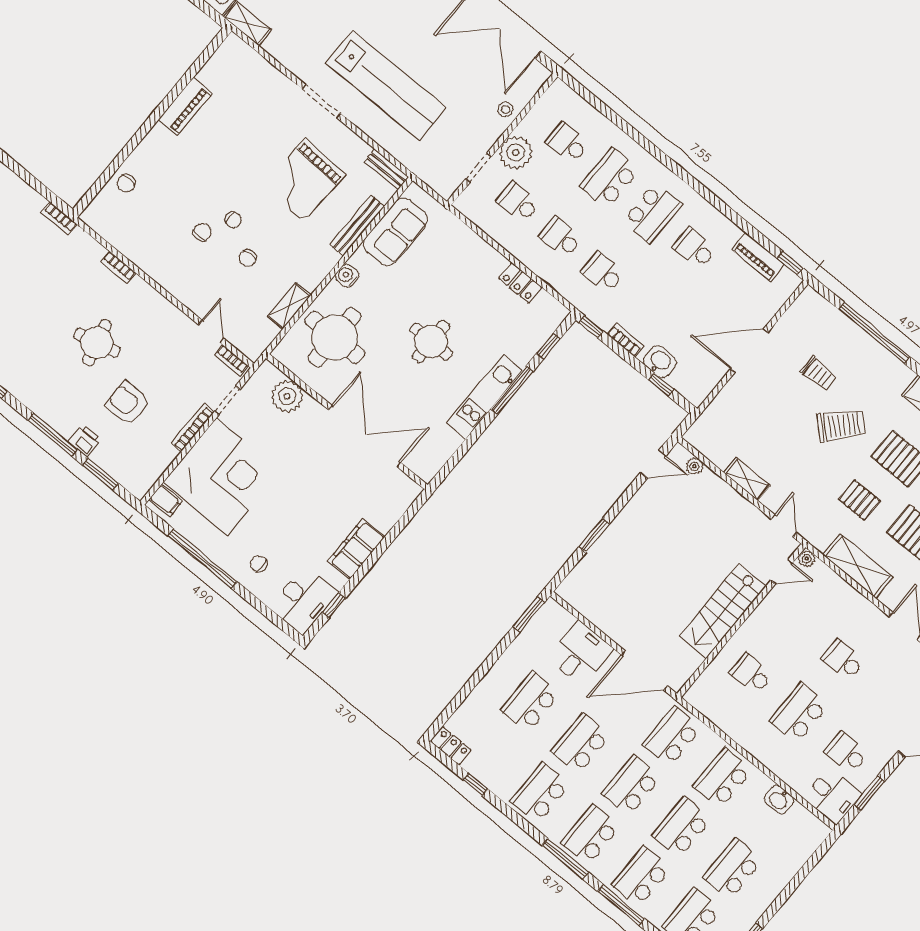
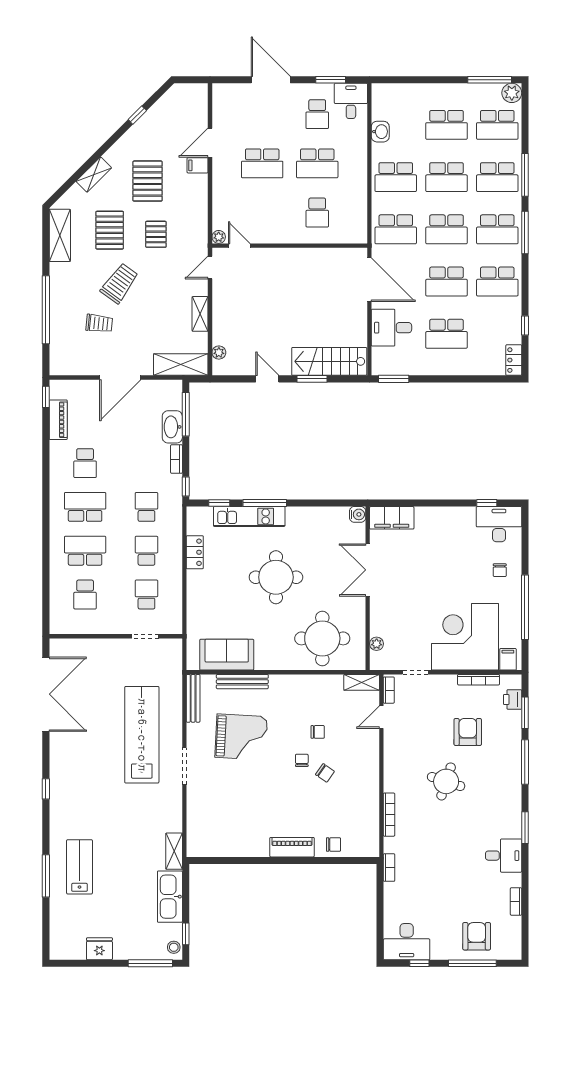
piano: (185, 107) -> (292, 847), moved
stool: (506, 109) -> (96, 649), removed
plant: (516, 153) -> (117, 621), removed
bench: (386, 169) -> (193, 698), width x1.36
school desk: (610, 178) -> (85, 551), turned 180
school desk: (518, 202) -> (146, 595), turned 180
chair: (202, 232) -> (325, 773), turned -145
school desk: (560, 237) -> (146, 551), turned 180
bookcase: (118, 267) -> (389, 815), width x1.56
school desk: (603, 272) -> (146, 507), turned 180
water cooler: (347, 276) -> (358, 514), moved, turned -90
shelving: (289, 306) -> (362, 682), moved
round table: (431, 342) -> (276, 577), width x1.36, depth x1.36
round table: (97, 343) -> (446, 781), turned 32
door: (749, 351) -> (120, 378), hinge flipped
washbasin: (660, 362) -> (172, 427), width x1.38
trolley: (819, 374) -> (99, 323), turned 96
window: (661, 385) -> (186, 414), width x2.17
plant: (287, 396) -> (377, 644), width x0.53, depth x0.53
kitchen unit: (484, 397) -> (249, 516), moved
armchair: (128, 403) -> (468, 732), turned 180
trolley: (841, 425) -> (119, 283), turned 83
bookcase: (193, 428) -> (479, 680), moved
double door: (365, 436) -> (368, 570), width x0.73
printer: (85, 441) -> (513, 699), moved
door: (653, 464) -> (267, 379), moved
filing cabinet: (356, 549) -> (392, 518), moved
shelving: (858, 566) -> (181, 365), moved, turned 90
filing cabinet: (893, 596) -> (198, 165), added
stairs: (723, 611) -> (329, 361), moved, turned 180
school desk: (843, 660) -> (262, 163), width x1.85

